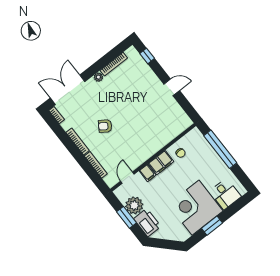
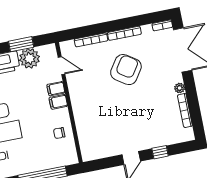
window: (147, 56) -> (160, 152), moved
armchair: (105, 126) -> (126, 70), width x1.88, depth x1.88
filing cabinet: (161, 163) -> (58, 102), width x0.50

